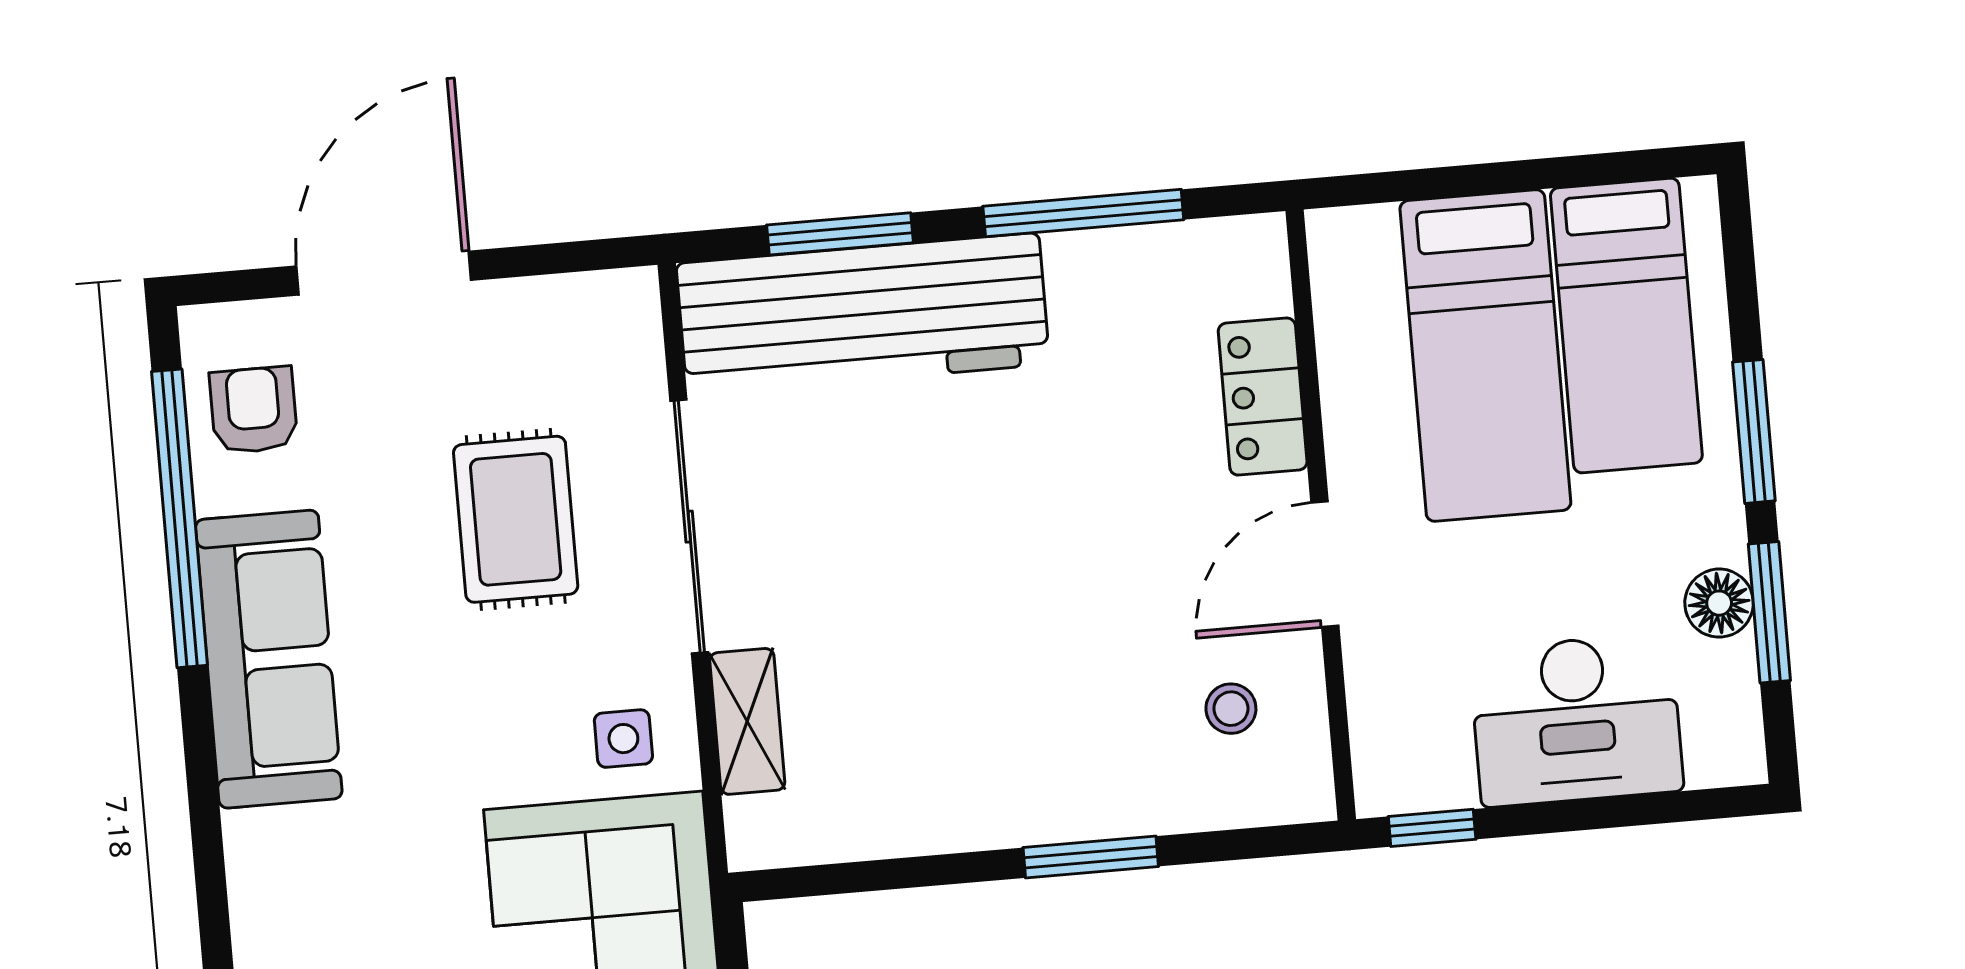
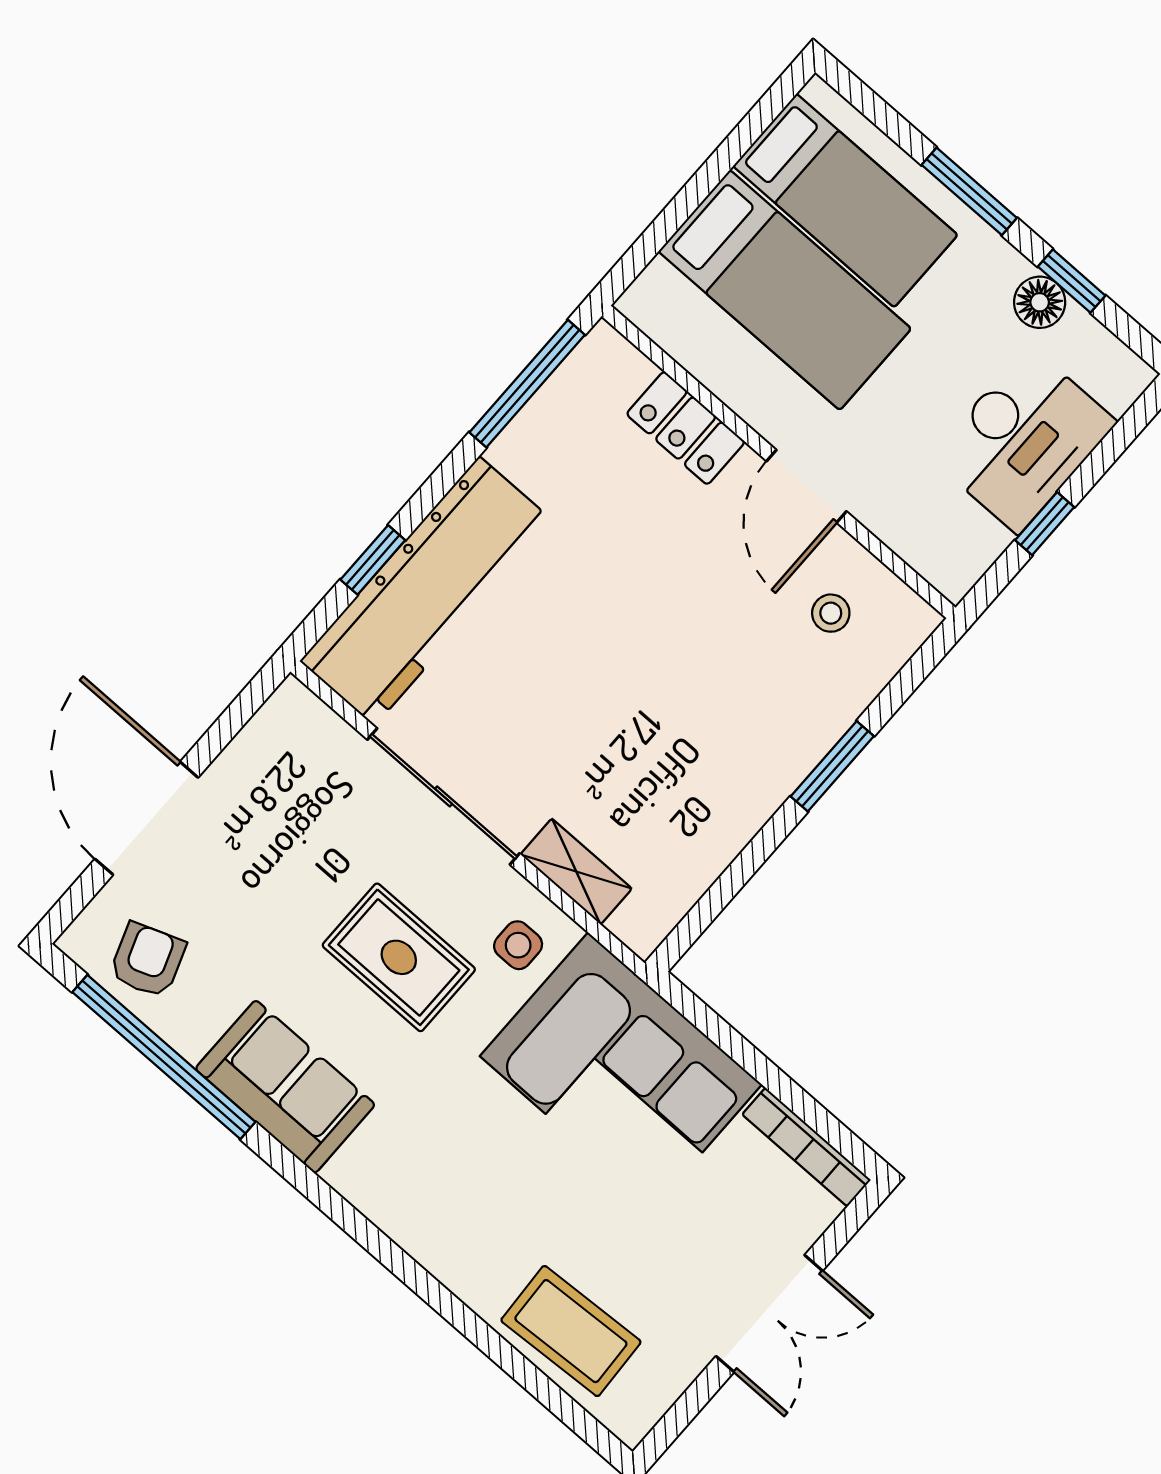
window: (1083, 213) -> (527, 384), moved
window: (840, 234) -> (373, 560), width x0.67
armchair: (253, 410) -> (147, 960), turned 70
rug: (516, 519) -> (399, 957), moved
window: (1769, 612) -> (1072, 281), width x0.67
sofa: (269, 659) -> (285, 1087), width x0.73
window: (1432, 828) -> (1045, 524), moved

